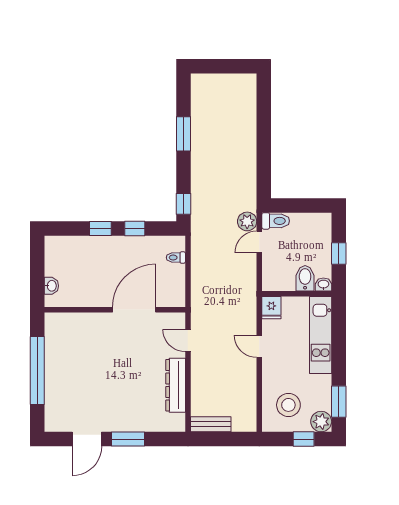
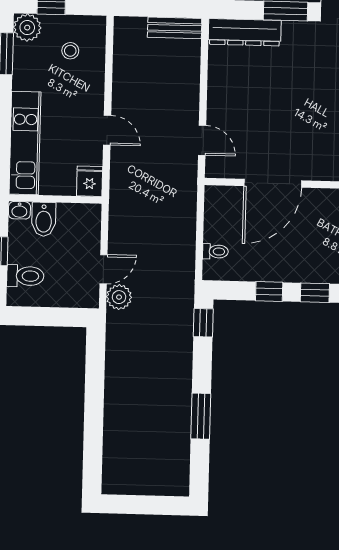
toilet: (276, 221) -> (25, 276), moved, turned 180
dresser: (176, 385) -> (245, 32), moved, turned 90
stool: (288, 405) -> (70, 51), width x0.53, depth x0.53

